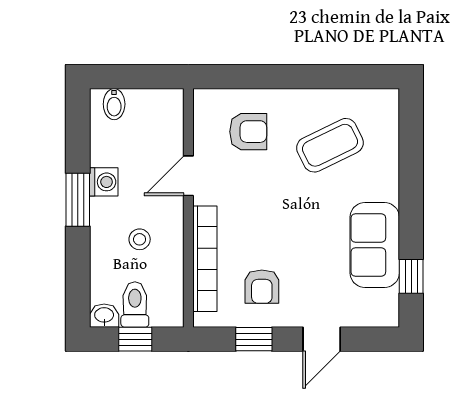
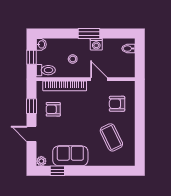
armchair: (248, 132) -> (117, 104), turned 90
toilet: (135, 305) -> (46, 70), moved
plant: (387, 315) -> (41, 161), added

